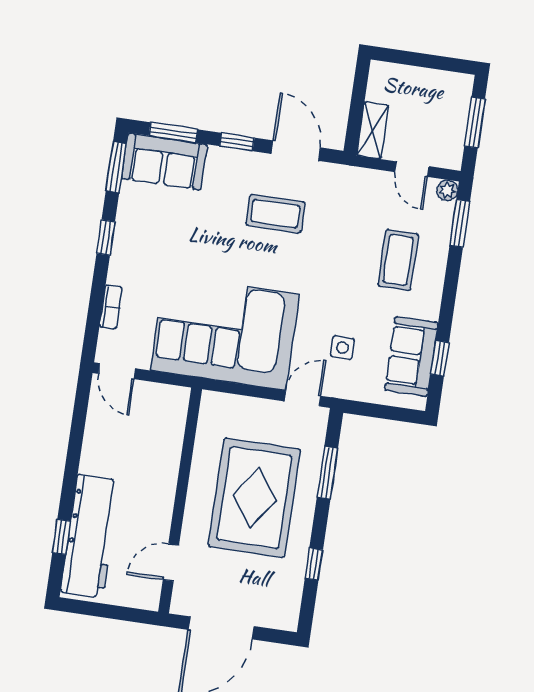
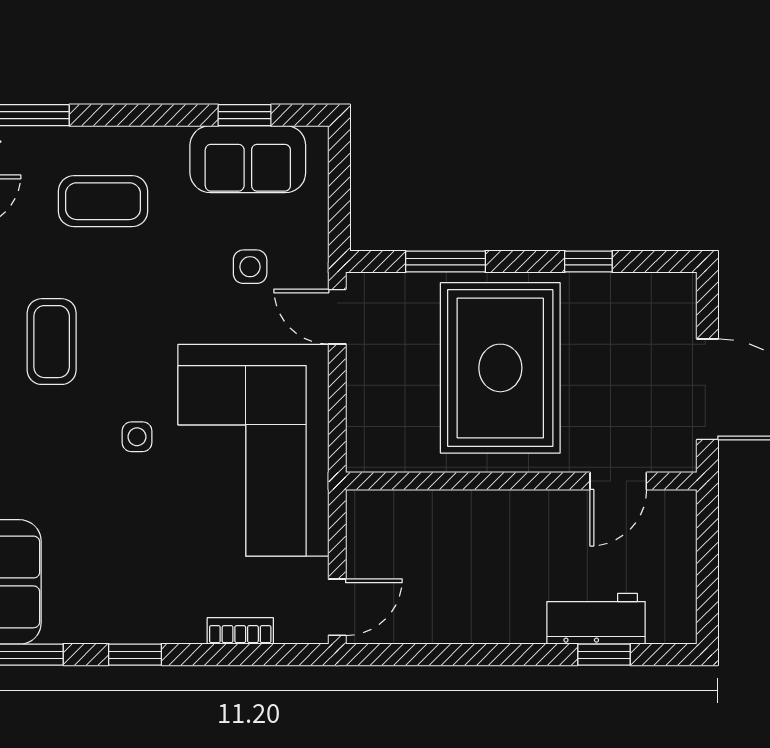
coffee table: (275, 214) -> (52, 342), moved
side table: (245, 259) -> (137, 437), added
rug: (254, 498) -> (500, 368), turned 90
workbench: (90, 536) -> (596, 619), width x0.53, depth x0.76
door: (171, 562) -> (618, 481), hinge flipped

